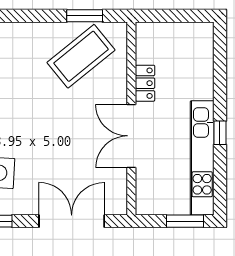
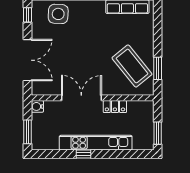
window: (187, 16) -> (158, 133), added
kitchen unit: (202, 158) -> (96, 143), moved
water cooler: (145, 206) -> (37, 106), added

